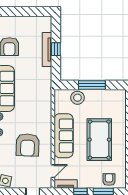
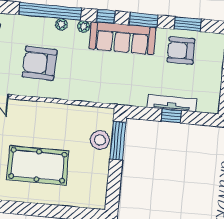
window: (92, 85) -> (118, 141), moved
sofa: (64, 136) -> (48, 115), removed

